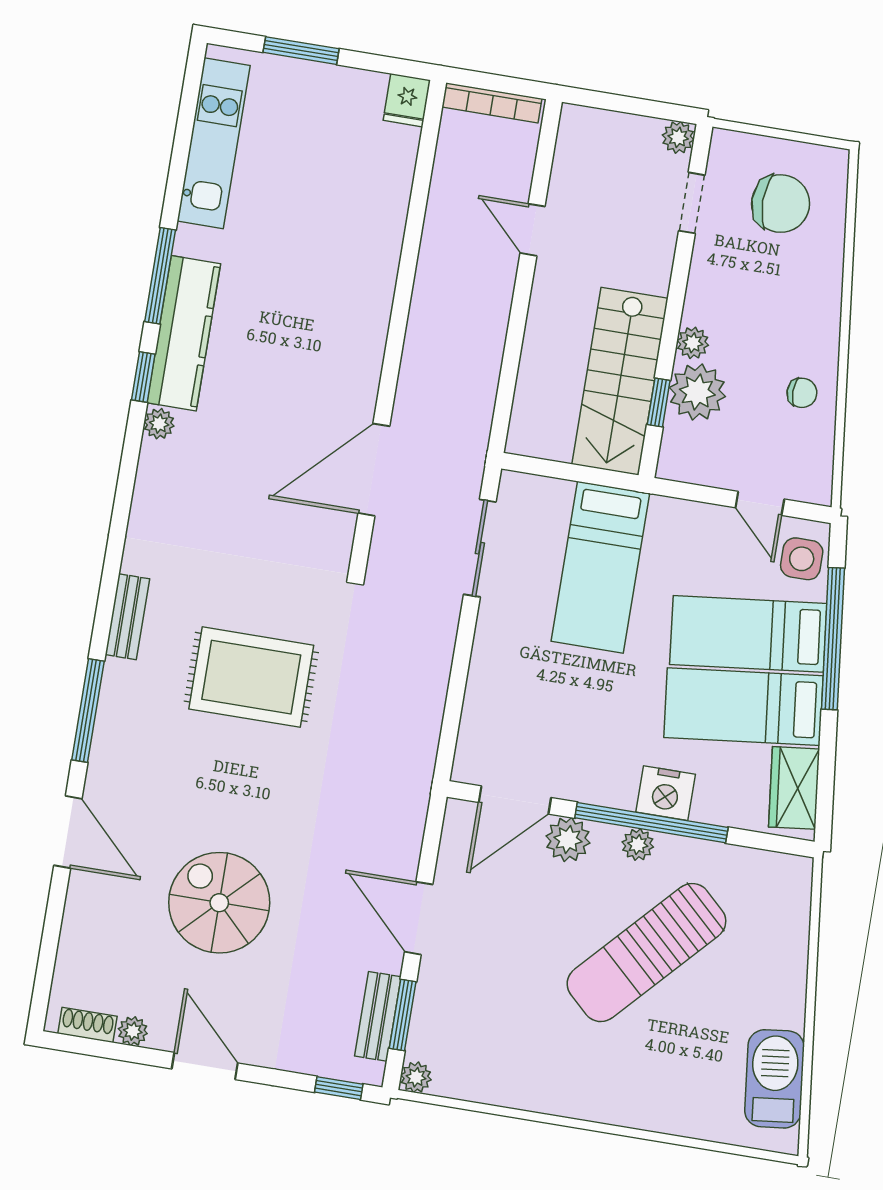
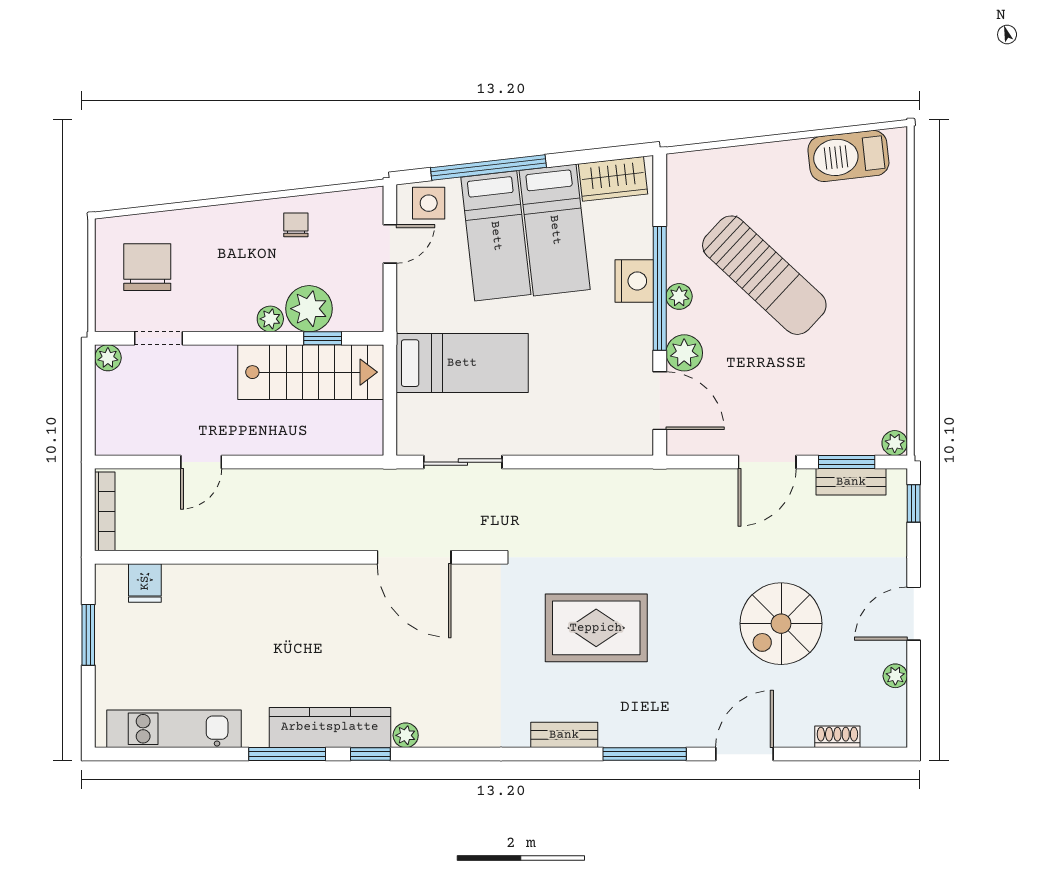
window: (301, 51) -> (88, 635), moved
fridge: (407, 100) -> (145, 583), moved, turned 90
rug: (251, 677) -> (596, 628), turned 90
shoe rack: (87, 1025) -> (837, 737), moved, turned 90

